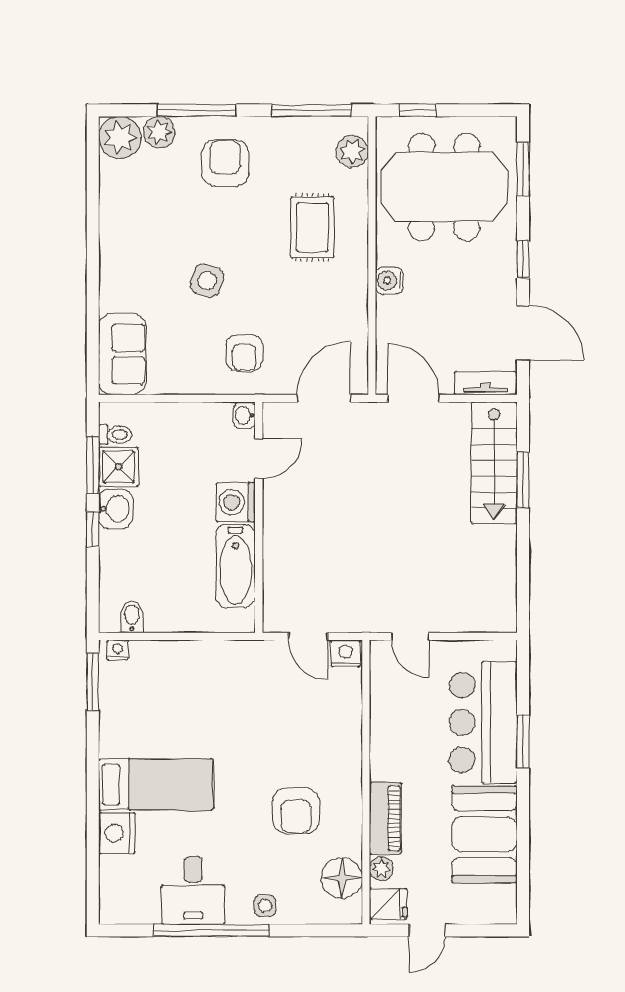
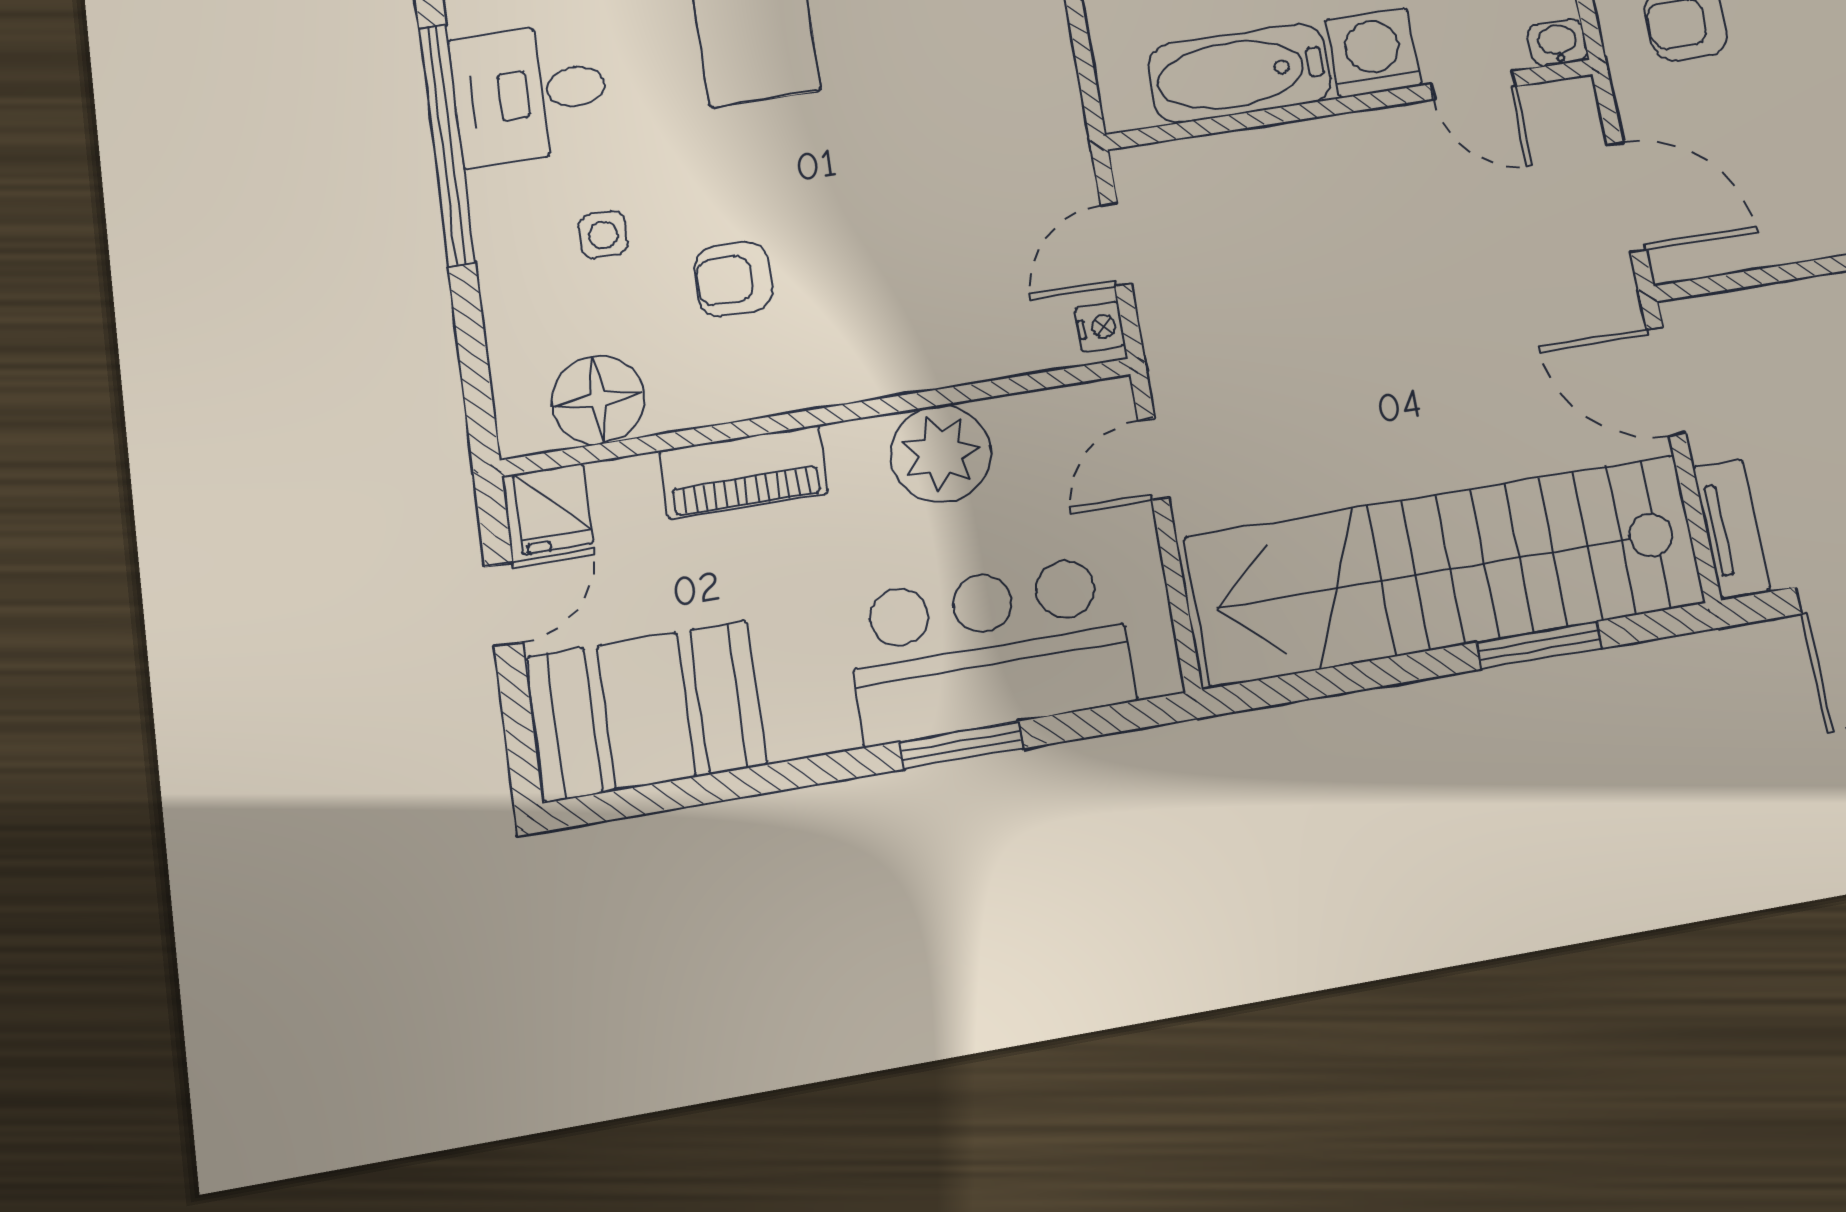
door: (413, 398) -> (1666, 381), swing flipped
stairs: (494, 463) -> (1445, 570), width x1.86, depth x1.51
nightstand: (345, 654) -> (1100, 327), width x0.72, depth x0.74
armchair: (296, 811) -> (733, 279), width x0.72, depth x0.72
booth: (485, 834) -> (647, 711), moved
plant: (381, 869) -> (941, 454), moved, width x1.88, depth x1.88
side table: (265, 906) -> (603, 235), moved
door: (427, 930) -> (504, 604), swing flipped

